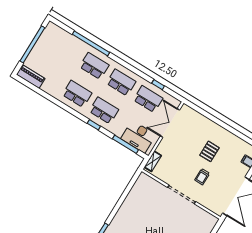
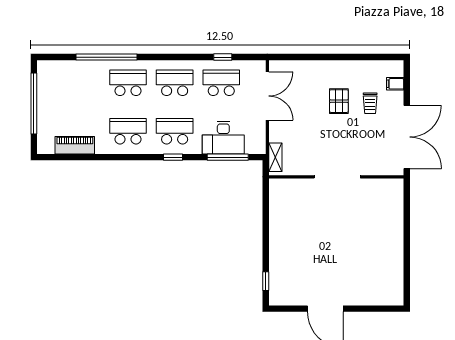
piano: (31, 77) -> (75, 145), moved
double door: (170, 123) -> (267, 96), swing flipped
desk: (138, 137) -> (223, 138), moved
trolley: (202, 177) -> (370, 103), moved

